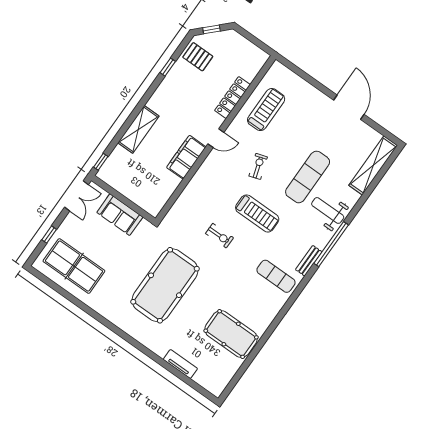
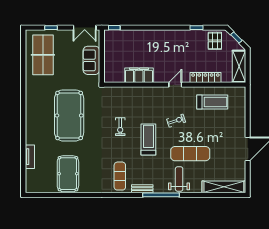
shelving: (138, 129) -> (239, 66), moved, turned 90
door: (216, 138) -> (175, 85), swing flipped
filing cabinet: (186, 157) -> (139, 75), moved
treadmill: (257, 213) -> (148, 139), turned 180
pool table: (165, 285) -> (69, 115), turned 90

